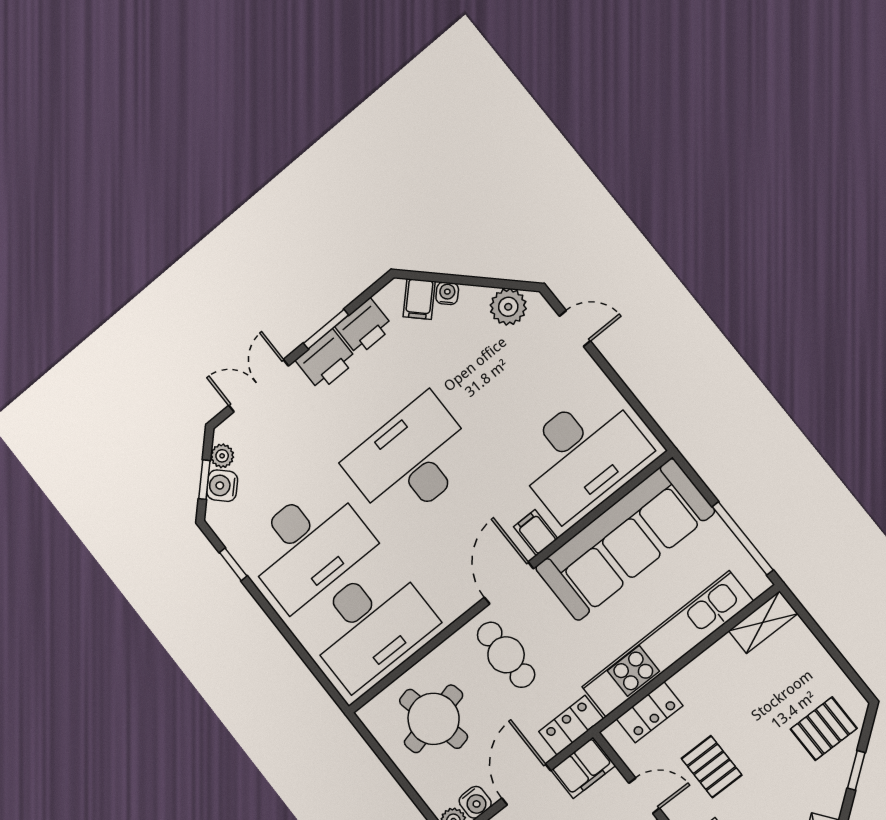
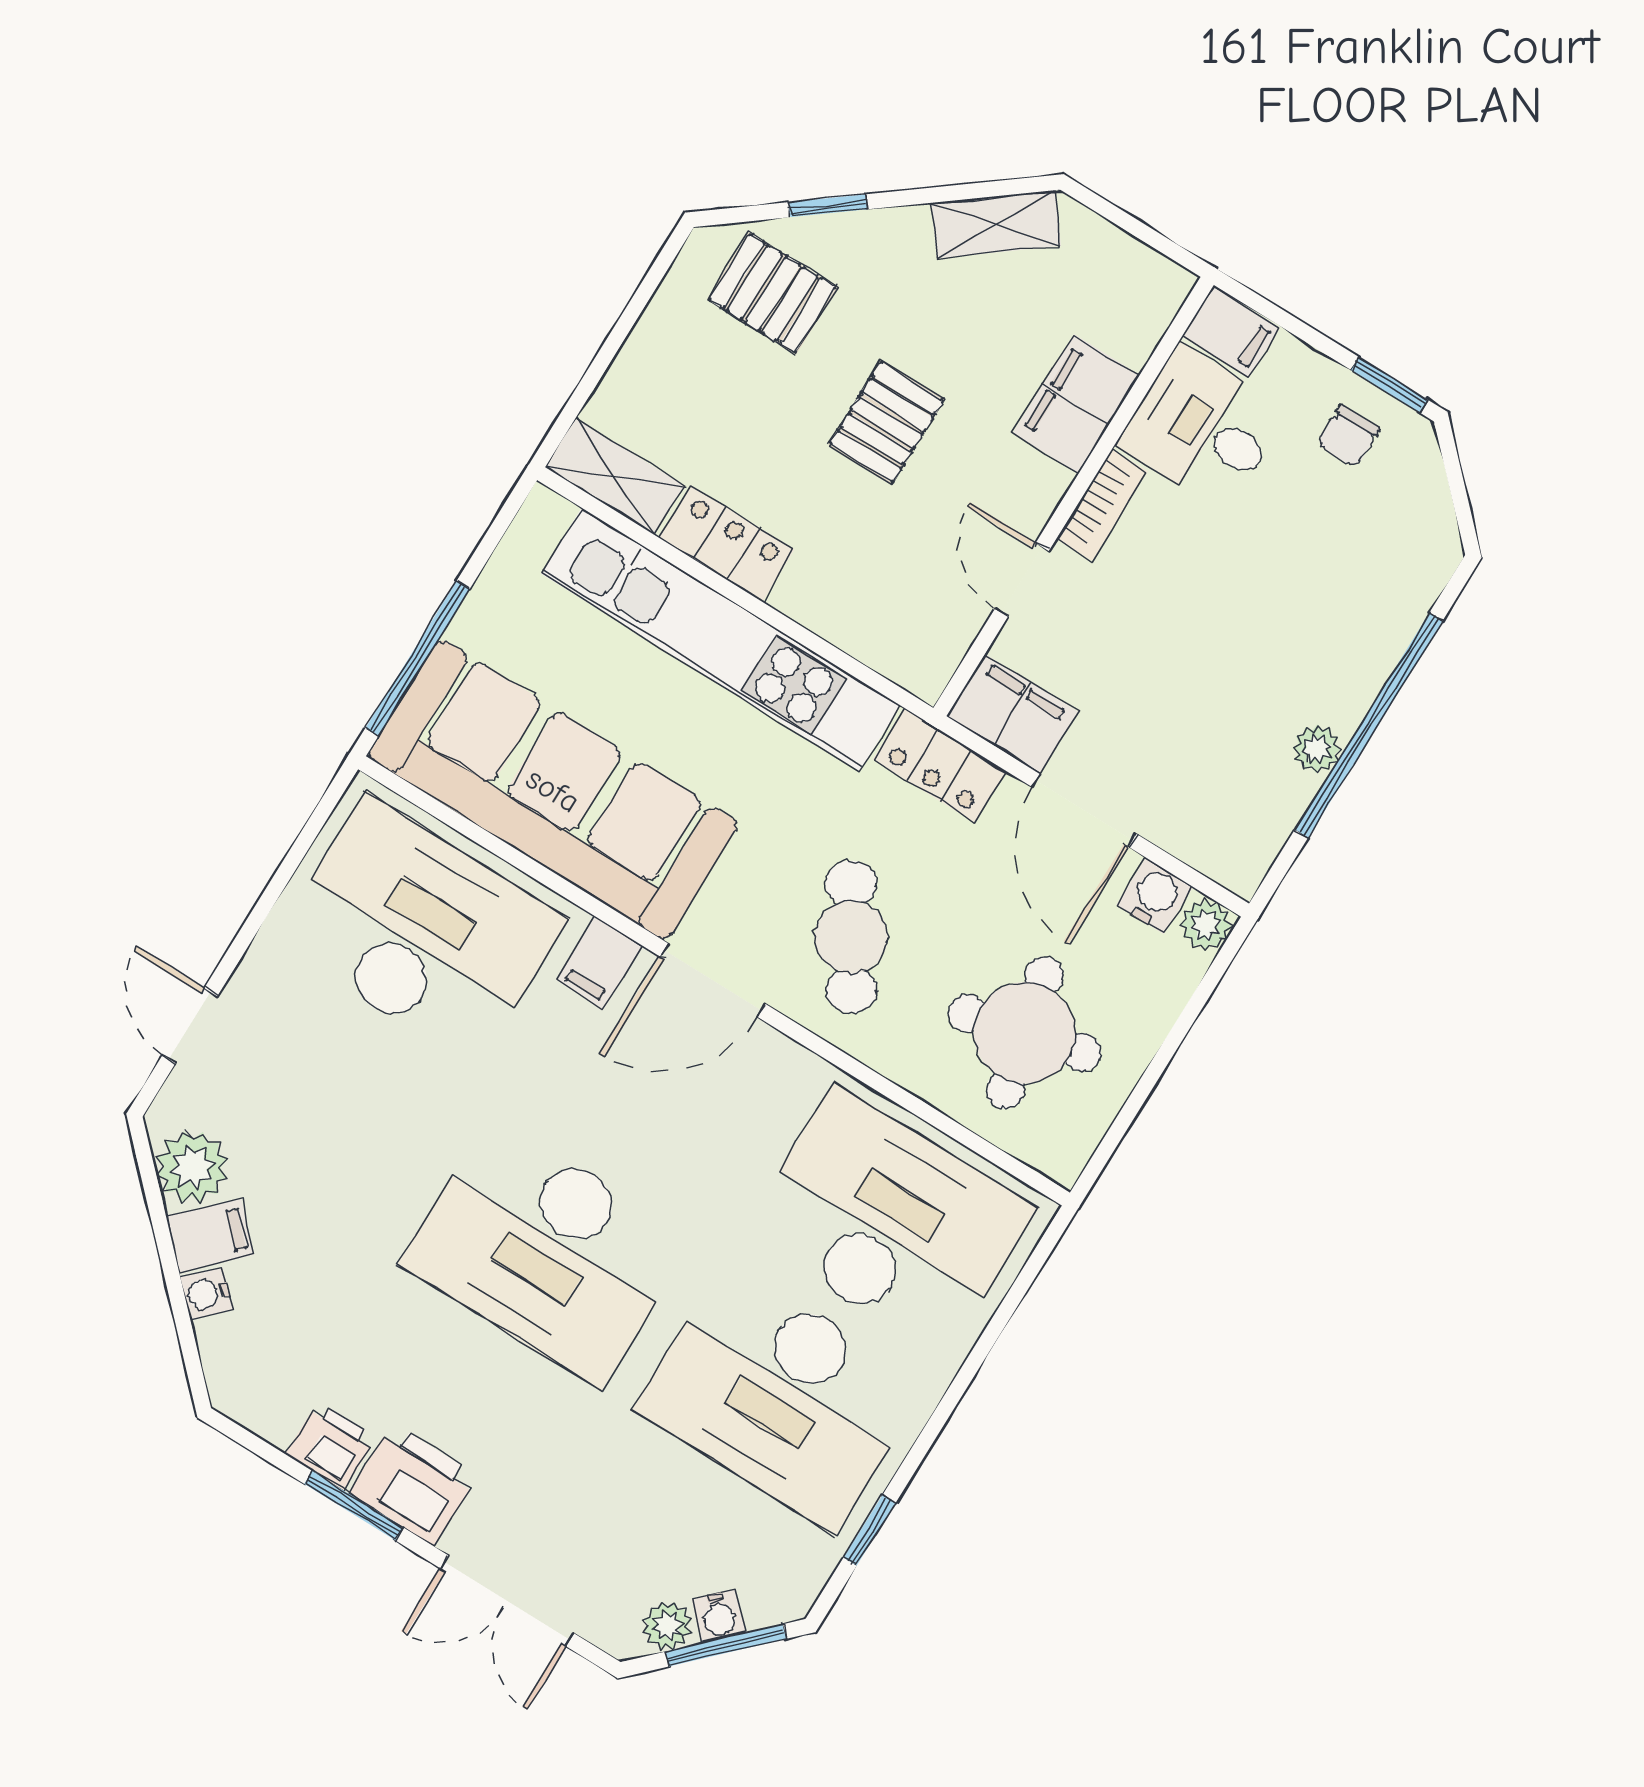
filing cabinet: (419, 299) -> (210, 1236), moved
printer: (364, 327) -> (331, 1446), width x0.73, depth x0.81
window: (204, 480) -> (726, 1645), width x1.50
water cooler: (222, 486) -> (719, 1616), width x0.72, depth x0.72
window: (743, 538) -> (418, 658), moved
desk: (307, 545) -> (781, 1396), turned 180
cafe table: (506, 655) -> (851, 937), turned -32
locker: (650, 712) -> (727, 544), moved
pallet: (712, 767) -> (887, 422), moved
door: (526, 784) -> (1084, 810), hinge flipped

